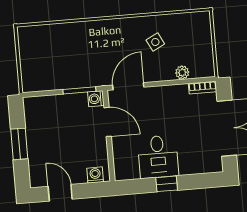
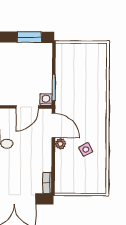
plant: (182, 72) -> (60, 144), moved
window: (19, 144) -> (29, 37), moved

